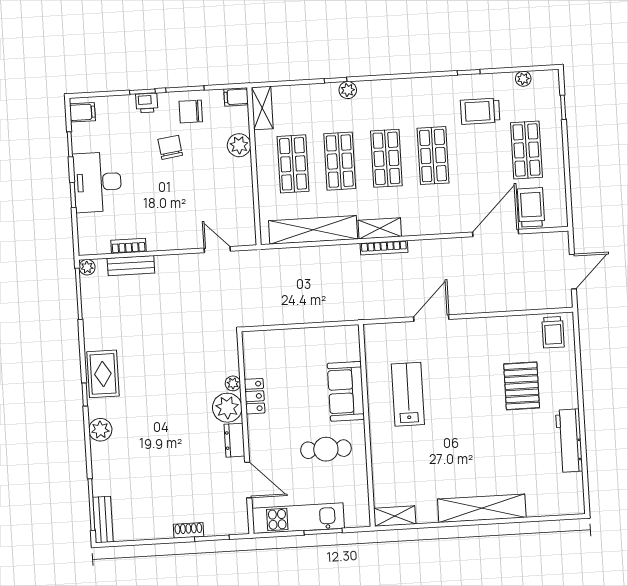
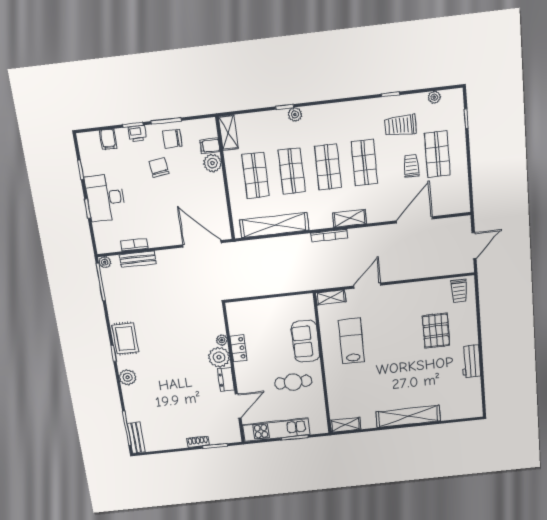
filing cabinet: (236, 97) -> (210, 146), moved
filing cabinet: (82, 112) -> (108, 139), moved, turned 90
trolley: (531, 207) -> (411, 166), moved, width x0.73, depth x0.72
shelving: (380, 228) -> (350, 218), moved
door: (217, 250) -> (202, 244), width x1.87
shelving: (382, 332) -> (331, 297), added
workbench: (569, 441) -> (471, 361), width x0.73
door: (248, 480) -> (238, 406), hinge flipped

